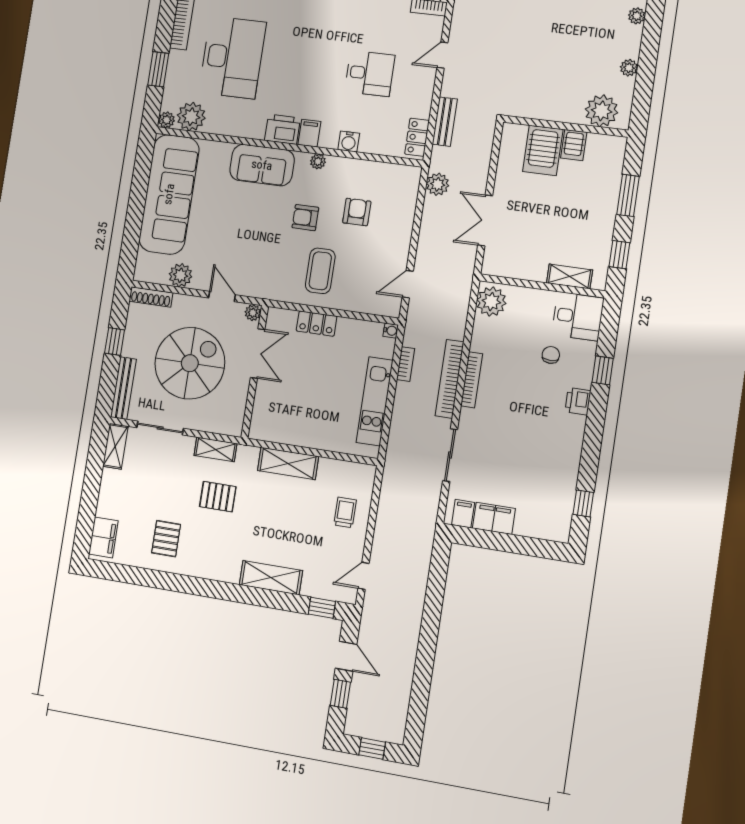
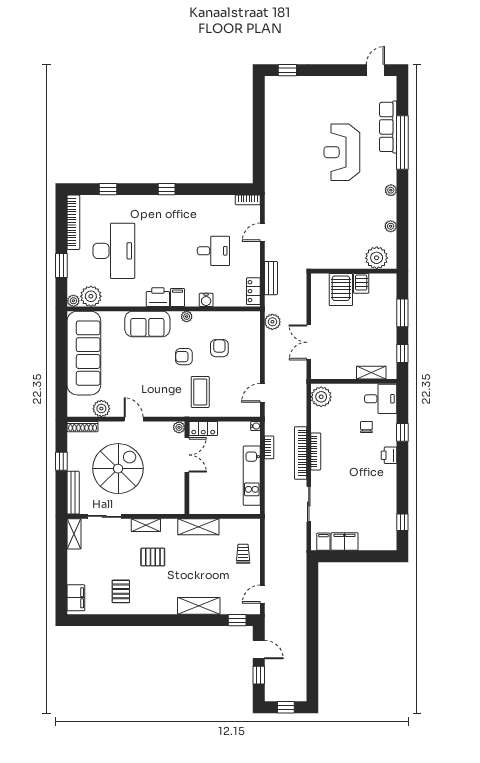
plant: (253, 313) -> (179, 427), moved
double door: (258, 353) -> (187, 455), moved
wall: (255, 372) -> (187, 468), moved

